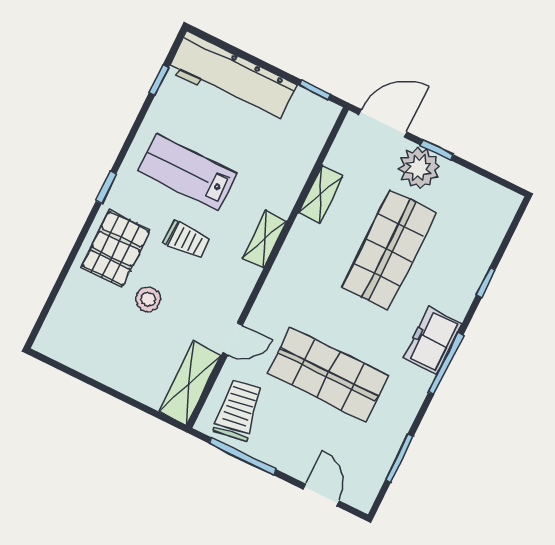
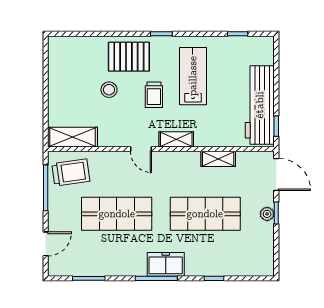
workbench: (232, 78) -> (260, 105), moved
plant: (419, 168) -> (267, 214), width x0.53, depth x0.53
door: (233, 339) -> (141, 149), moved
shop shelf: (328, 374) -> (117, 214), turned 90

